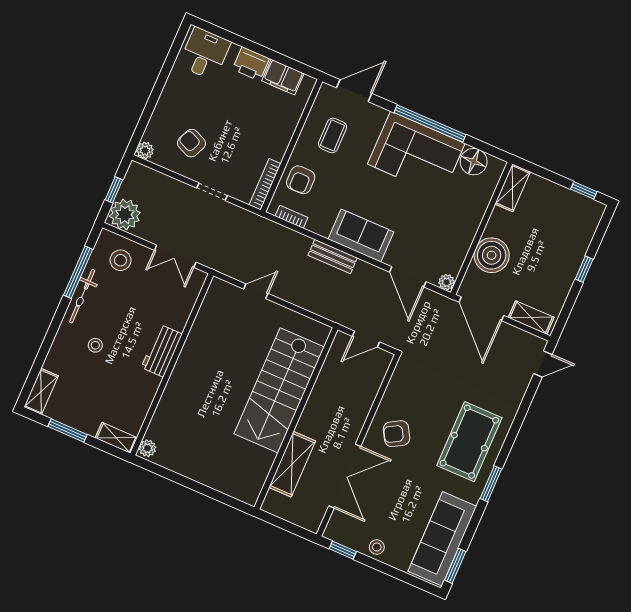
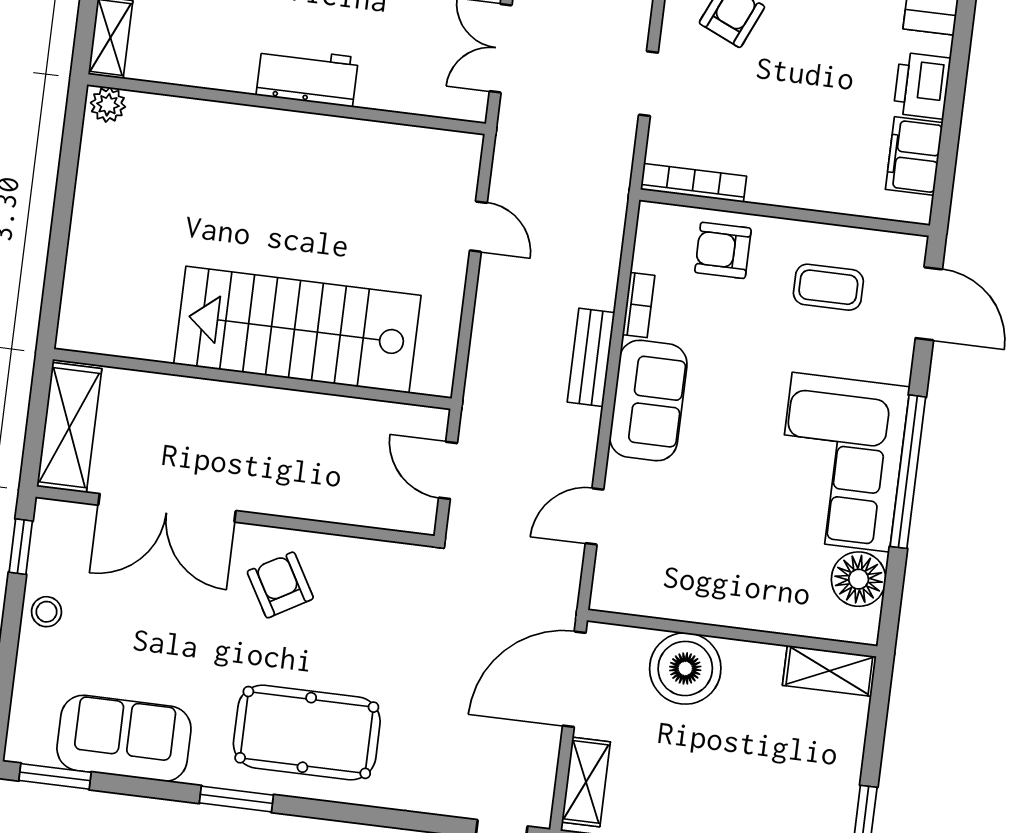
bookcase: (291, 217) -> (639, 305), moved
door: (408, 277) -> (595, 516), width x0.73
plant: (447, 282) -> (606, 596), removed
shelving: (292, 464) -> (69, 428), moved, turned 90
sofa: (442, 539) -> (124, 738), width x0.73

